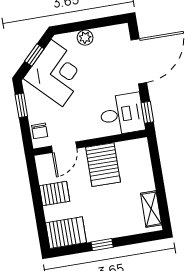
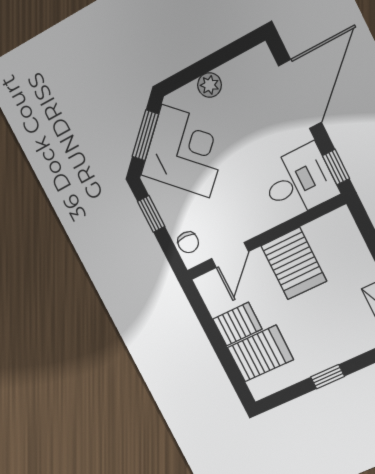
window: (34, 55) -> (145, 135), width x1.50
server rack: (66, 233) -> (260, 354), moved

